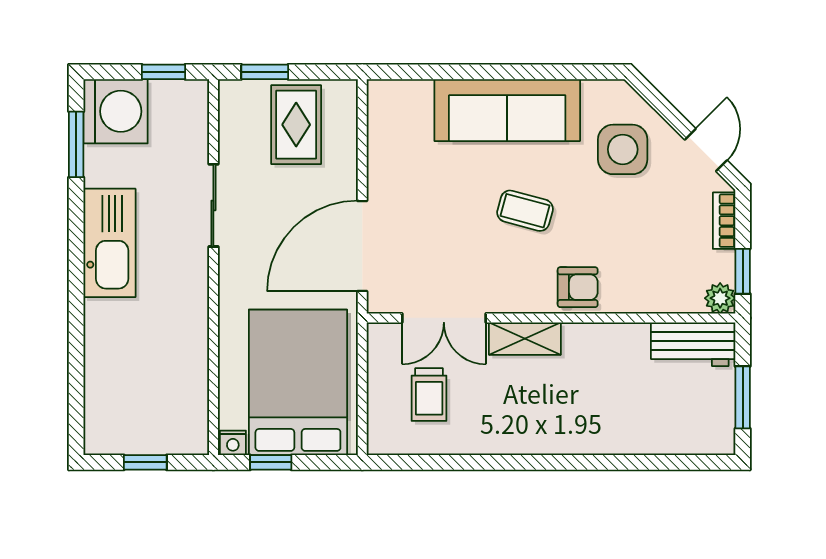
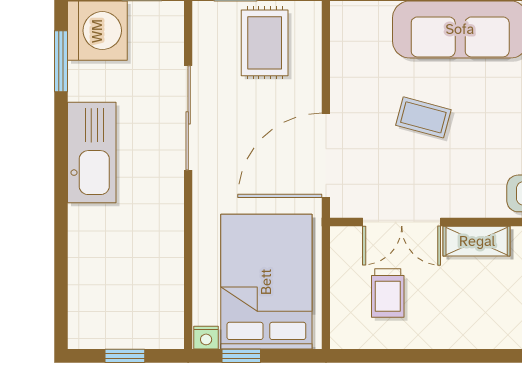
sliding door: (213, 205) -> (188, 118), width x1.37
coffee table: (525, 211) -> (423, 117), moved

